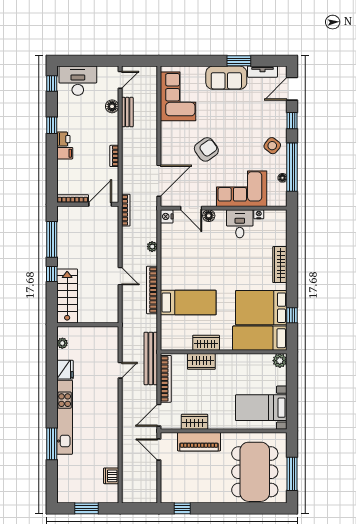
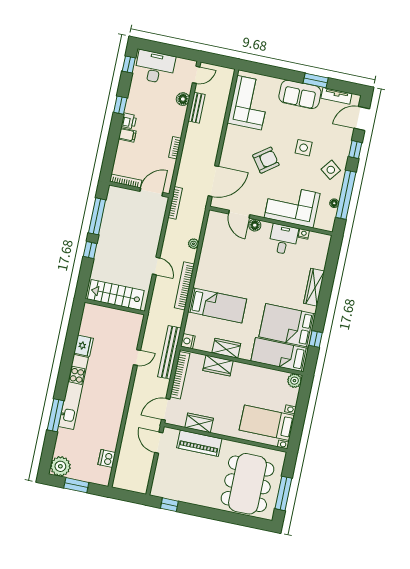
side table: (241, 129) -> (304, 148), added
nightstand: (167, 216) -> (188, 341), moved
stairs: (67, 296) -> (116, 295), moved, turned -90
plant: (62, 343) -> (60, 466), moved, width x1.88, depth x1.88

